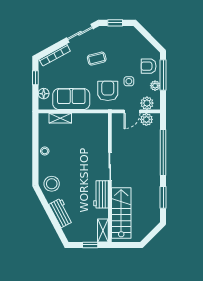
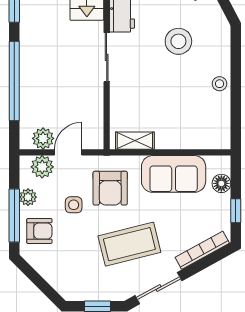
coffee table: (97, 59) -> (129, 244), width x1.86, depth x1.72
shelving: (60, 118) -> (135, 141), moved
stool: (52, 184) -> (178, 41), moved

